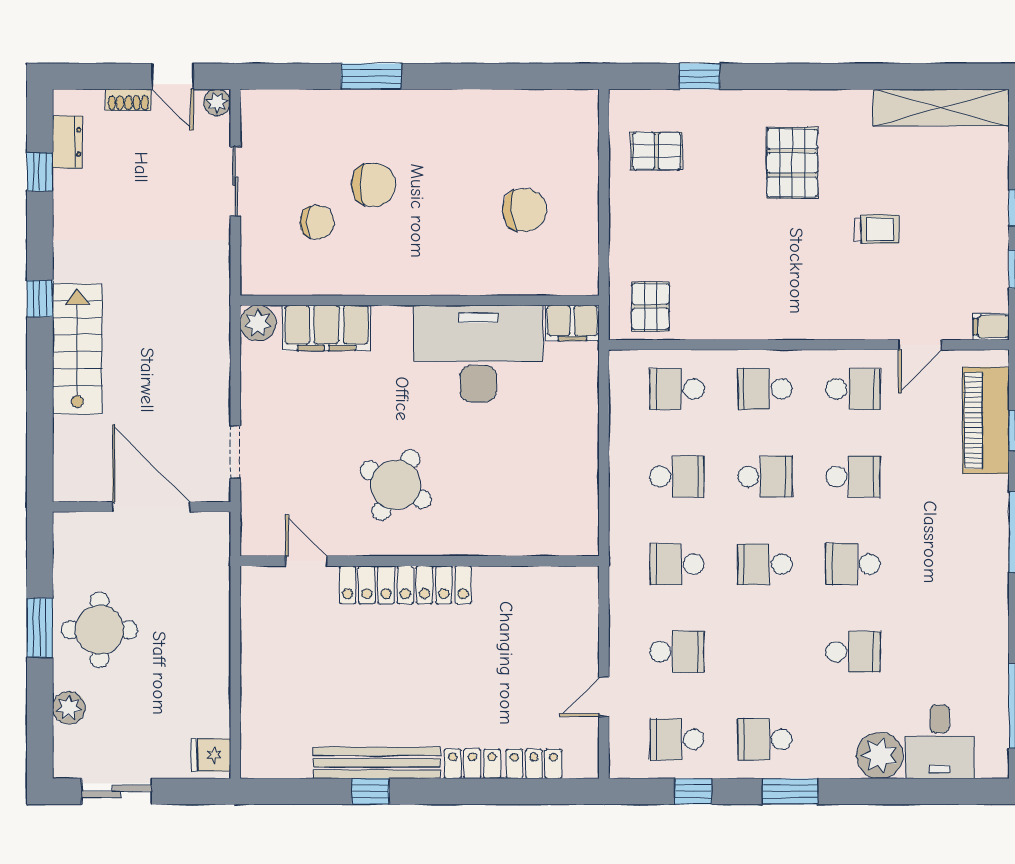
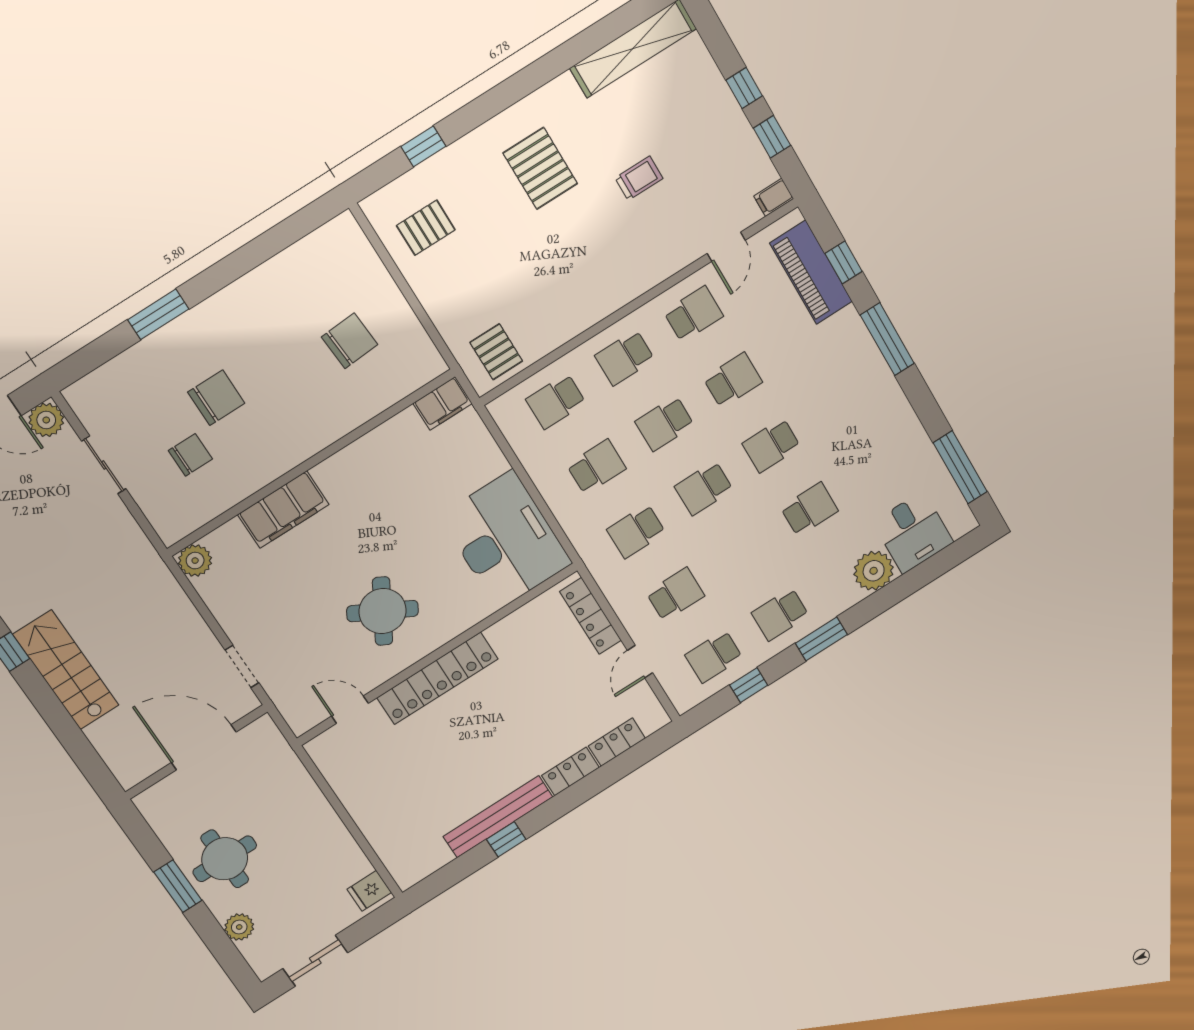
plant: (217, 102) -> (46, 420), width x1.38, depth x1.38
filing cabinet: (326, 328) -> (283, 510), moved
desk: (478, 354) -> (506, 540), moved, turned 90
school desk: (765, 477) -> (665, 424), turned 180
locker: (585, 619) -> (591, 616), added

